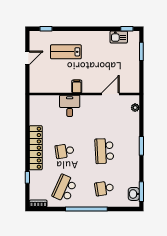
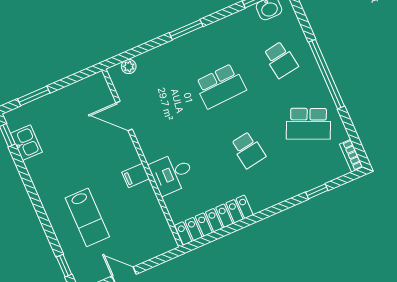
locker: (36, 148) -> (214, 220), moved

